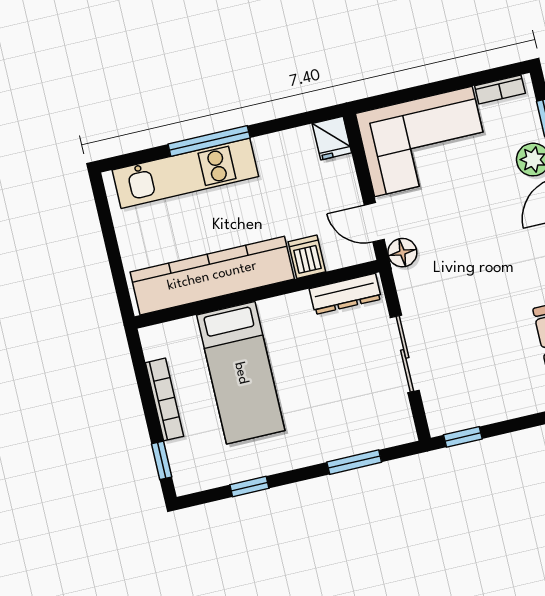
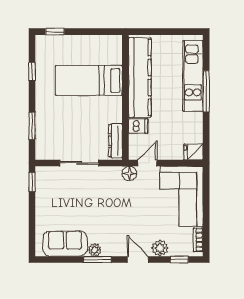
bookcase: (165, 399) -> (84, 40), removed

